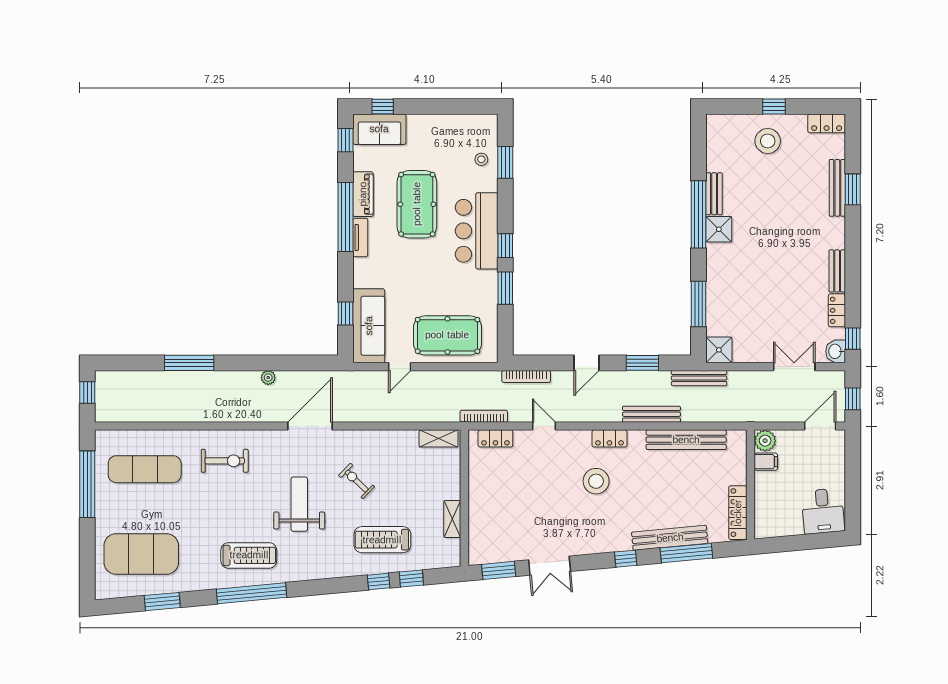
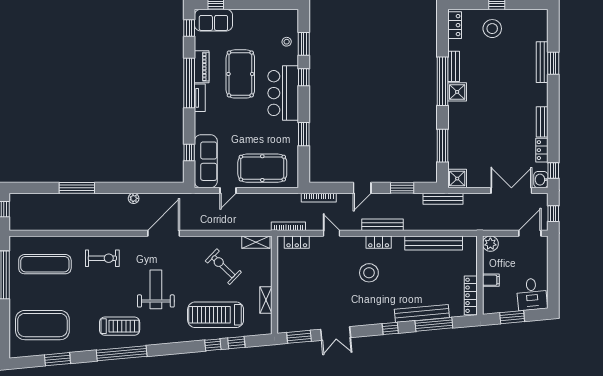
locker: (827, 123) -> (455, 25), moved, turned -90
window: (505, 246) -> (304, 77), moved
double door: (794, 367) -> (511, 191), width x1.37
bench: (651, 414) -> (383, 225), moved
filing cabinet: (766, 462) -> (491, 280), moved
exercise bike: (357, 481) -> (223, 267), moved, width x1.38, depth x1.39
treadmill: (382, 540) -> (216, 315), width x1.37, depth x1.38
window: (795, 543) -> (512, 317), added

